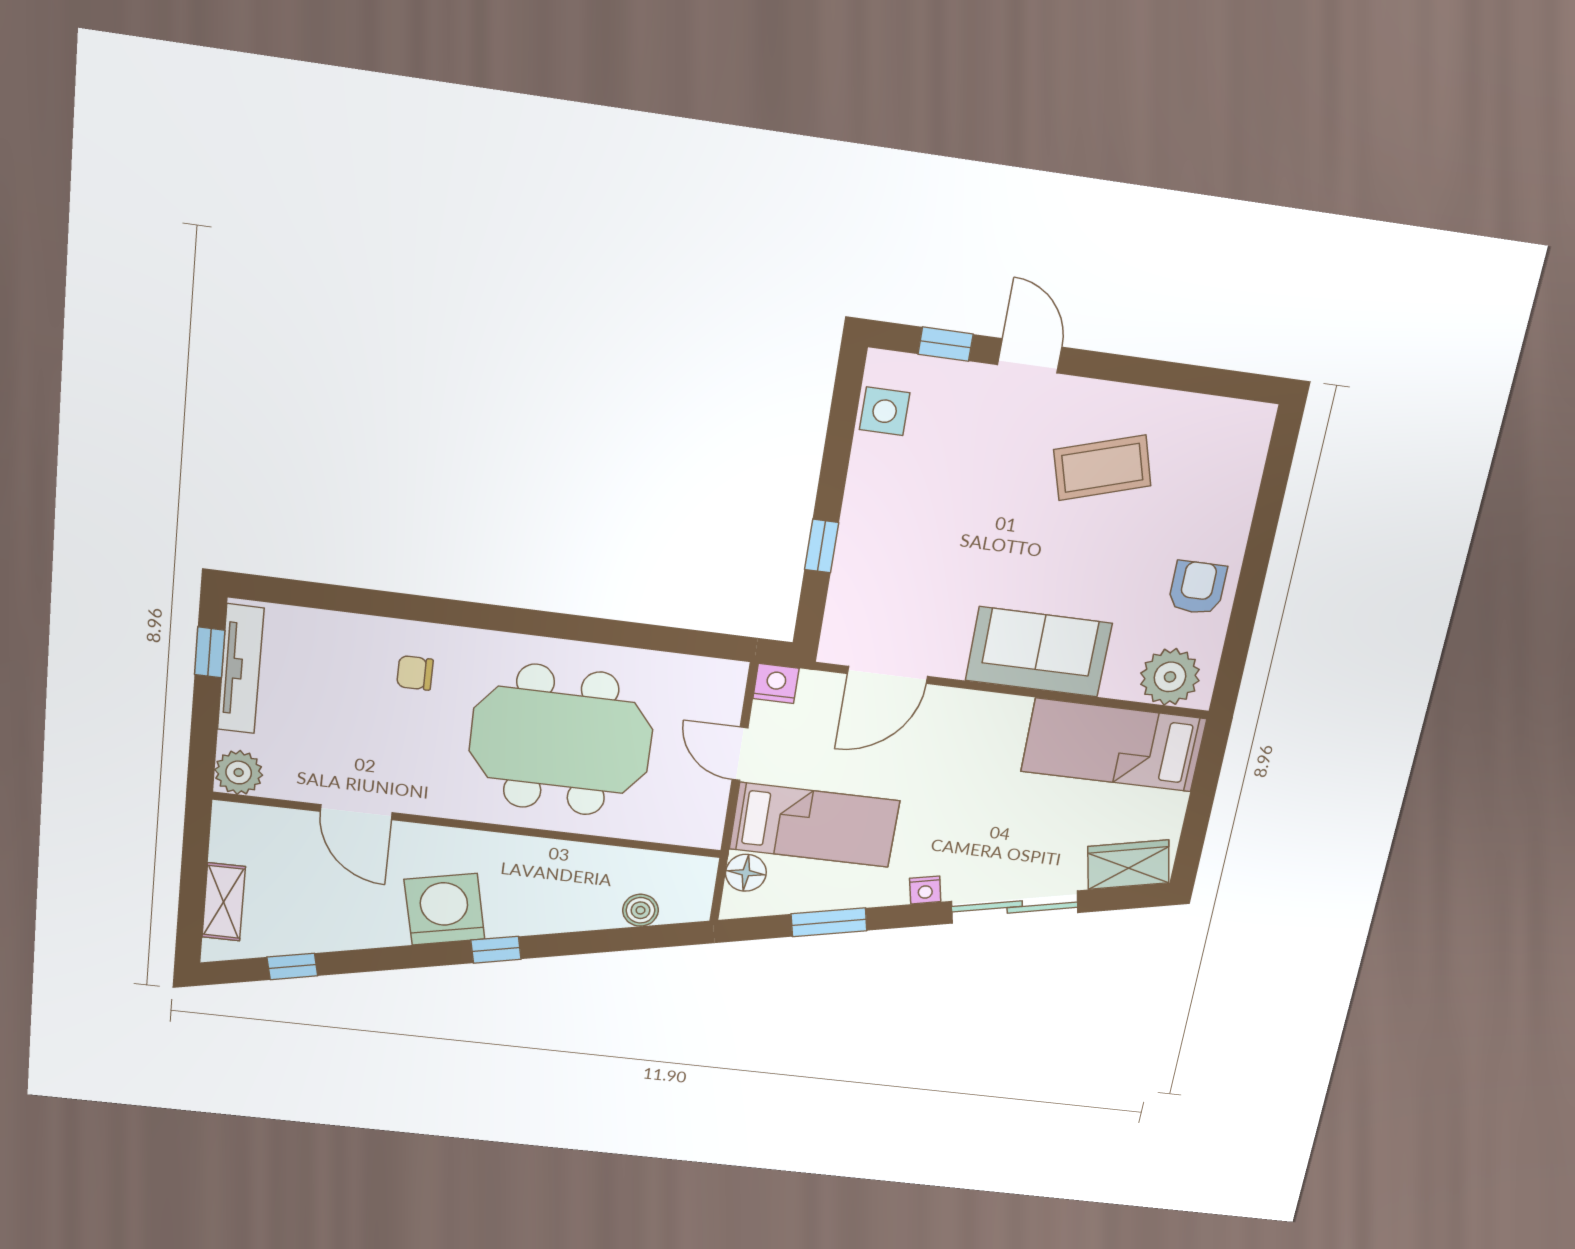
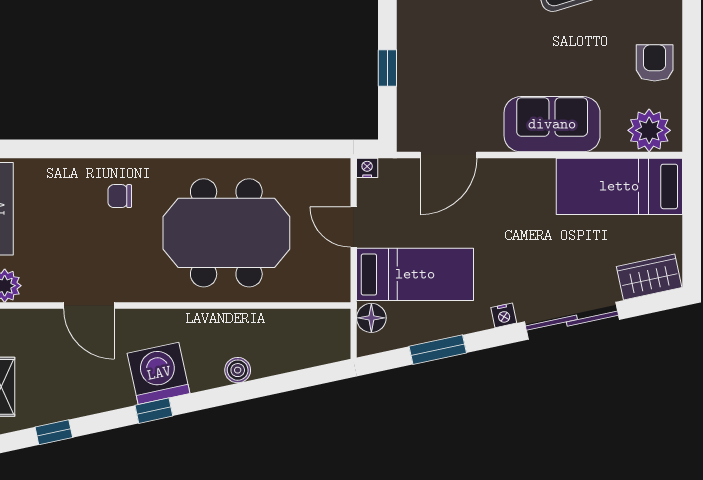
nightstand: (776, 683) -> (367, 168), width x0.72, depth x0.74
boiler: (640, 910) -> (238, 370), moved
window: (496, 950) -> (154, 411), moved

